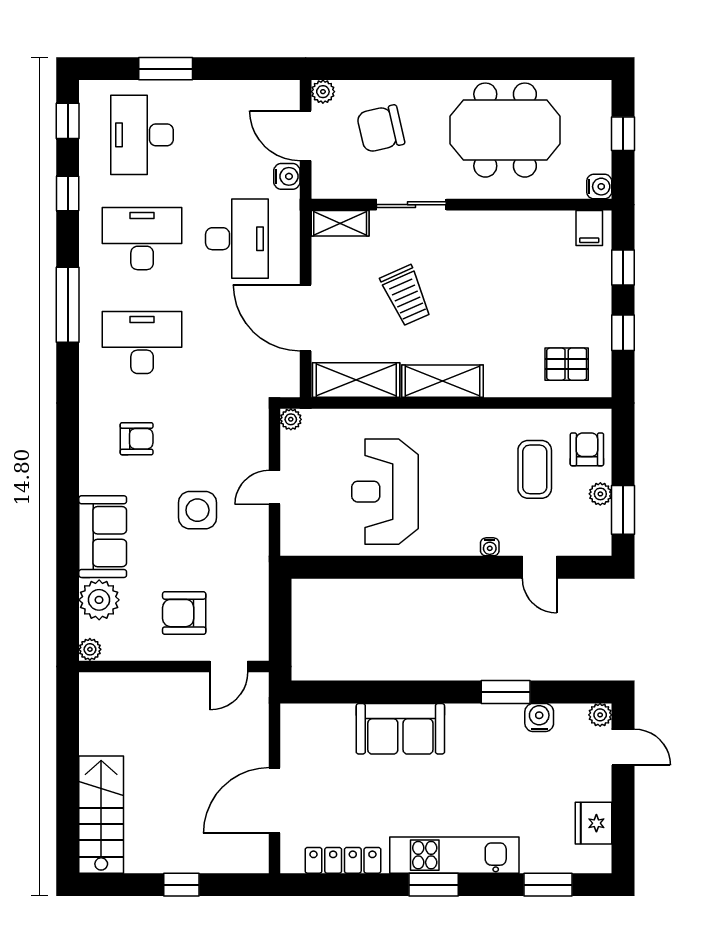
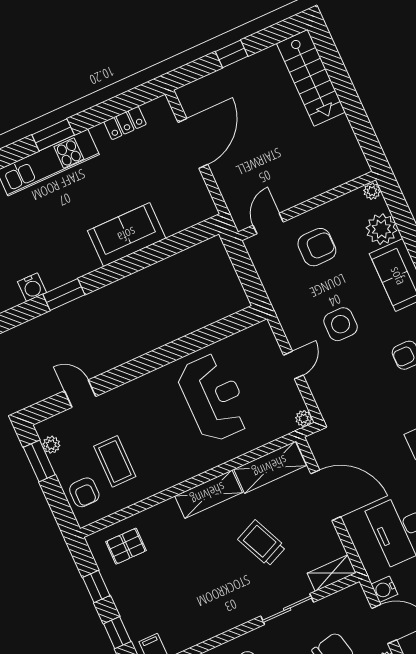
plant: (600, 494) -> (51, 445), moved
water cooler: (490, 547) -> (122, 392), removed
locker: (343, 860) -> (125, 123), width x0.66

